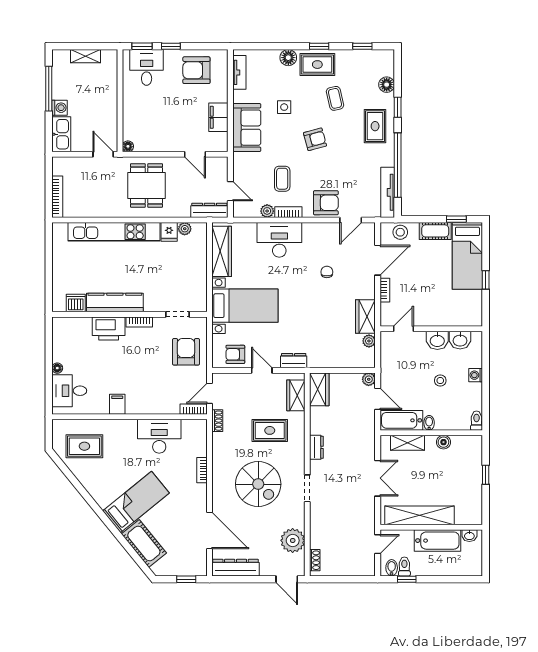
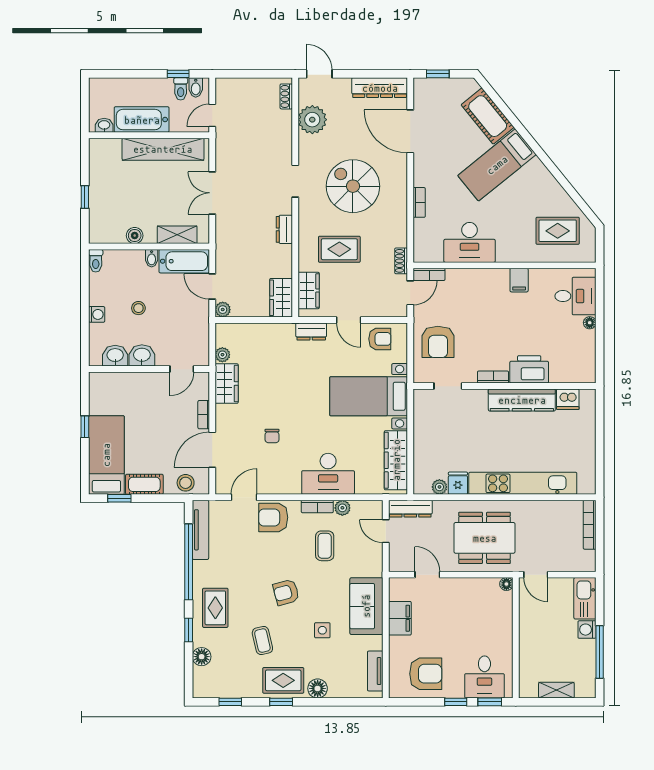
dining table: (147, 185) -> (485, 538), width x1.38

